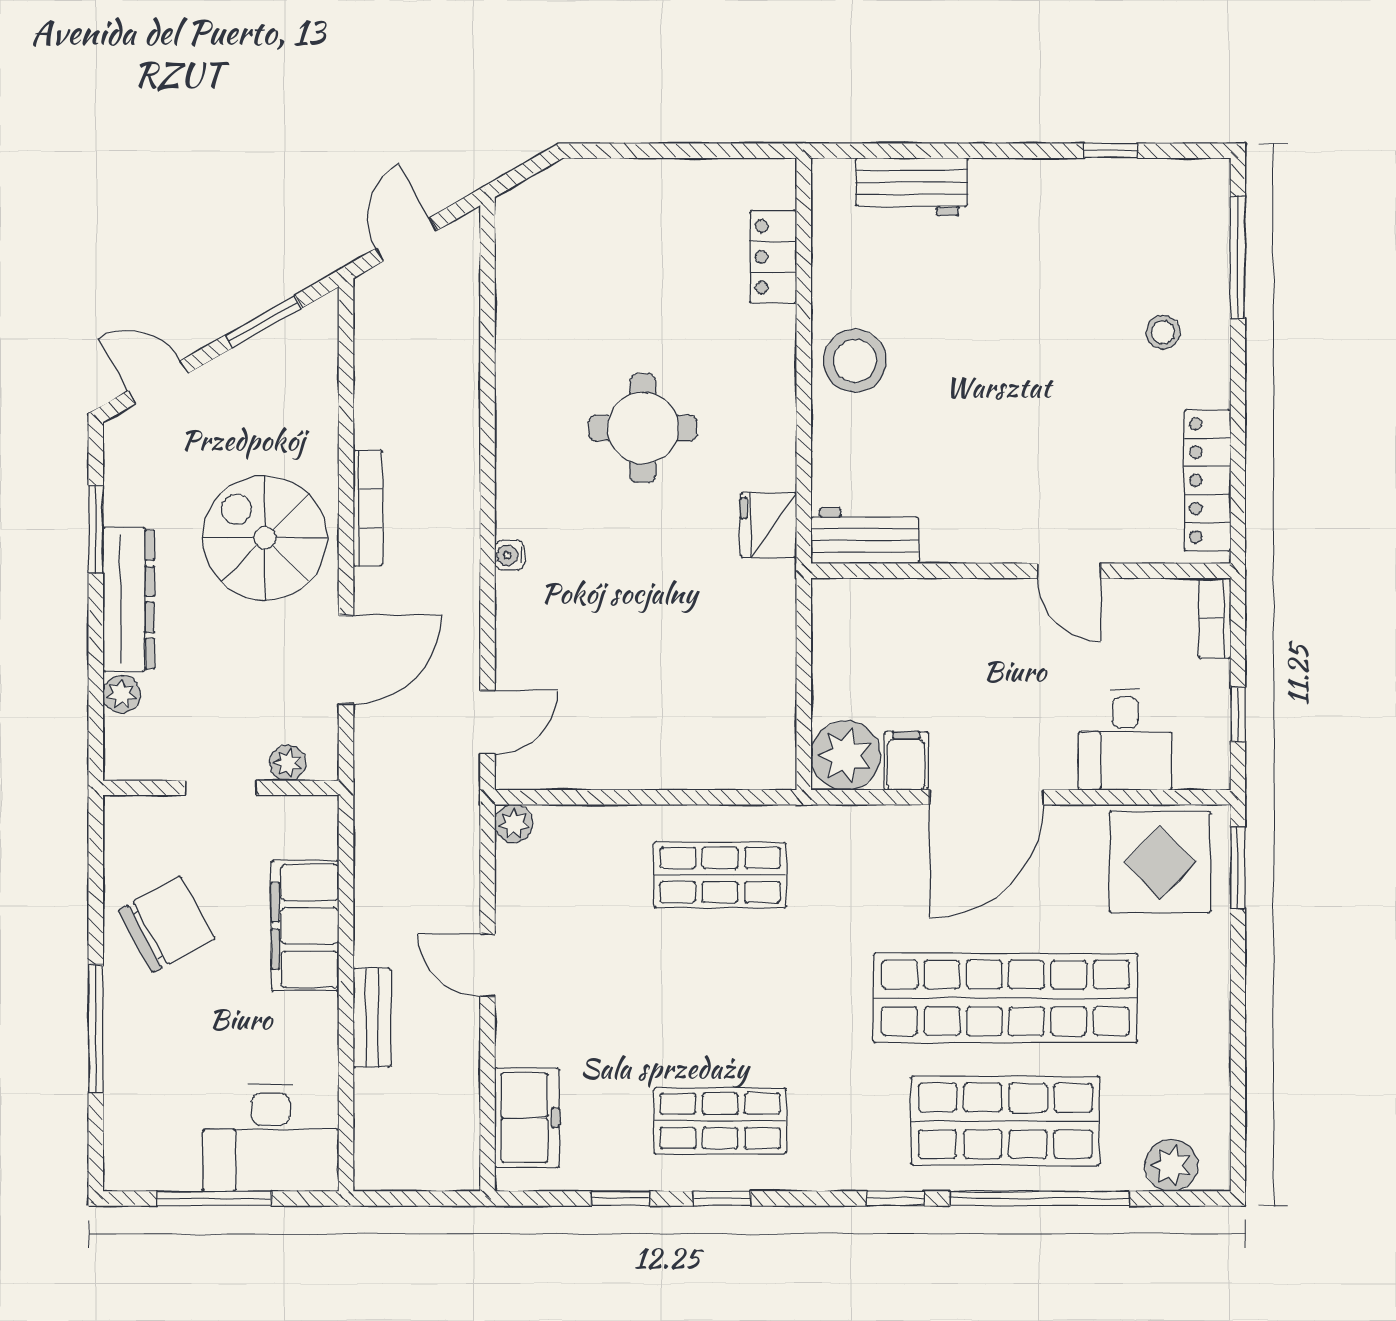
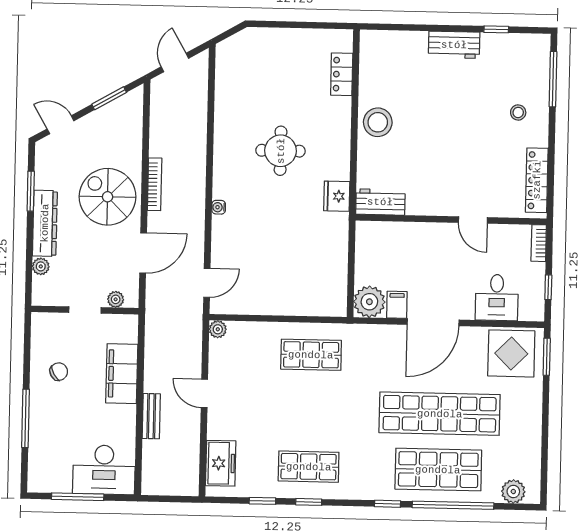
workbench: (912, 187) -> (454, 45), moved
chair: (166, 925) -> (59, 372), width x0.54, depth x0.54

